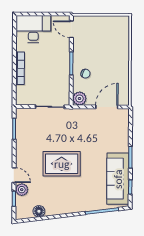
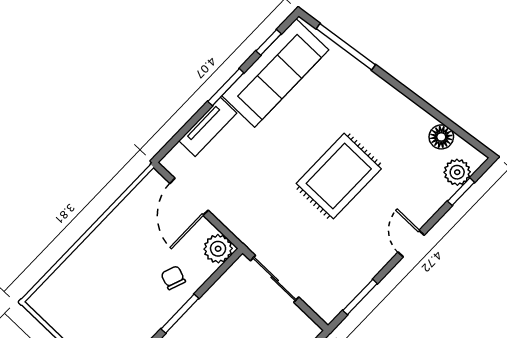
door: (107, 107) -> (189, 197), hinge flipped
tv unit: (123, 137) -> (208, 127), added
rug: (62, 164) -> (339, 176), turned 90
door: (14, 175) -> (411, 244), moved
plant: (22, 190) -> (457, 172), moved

